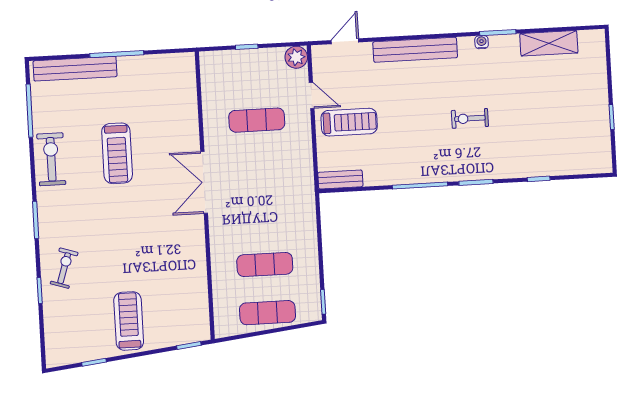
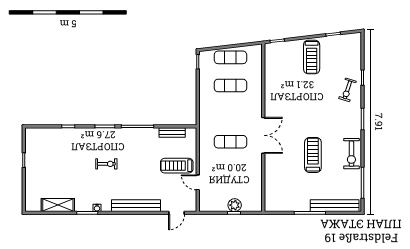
plant: (296, 57) -> (235, 205), moved
exercise mat: (257, 120) -> (230, 142), moved
bench: (340, 180) -> (172, 133), moved

